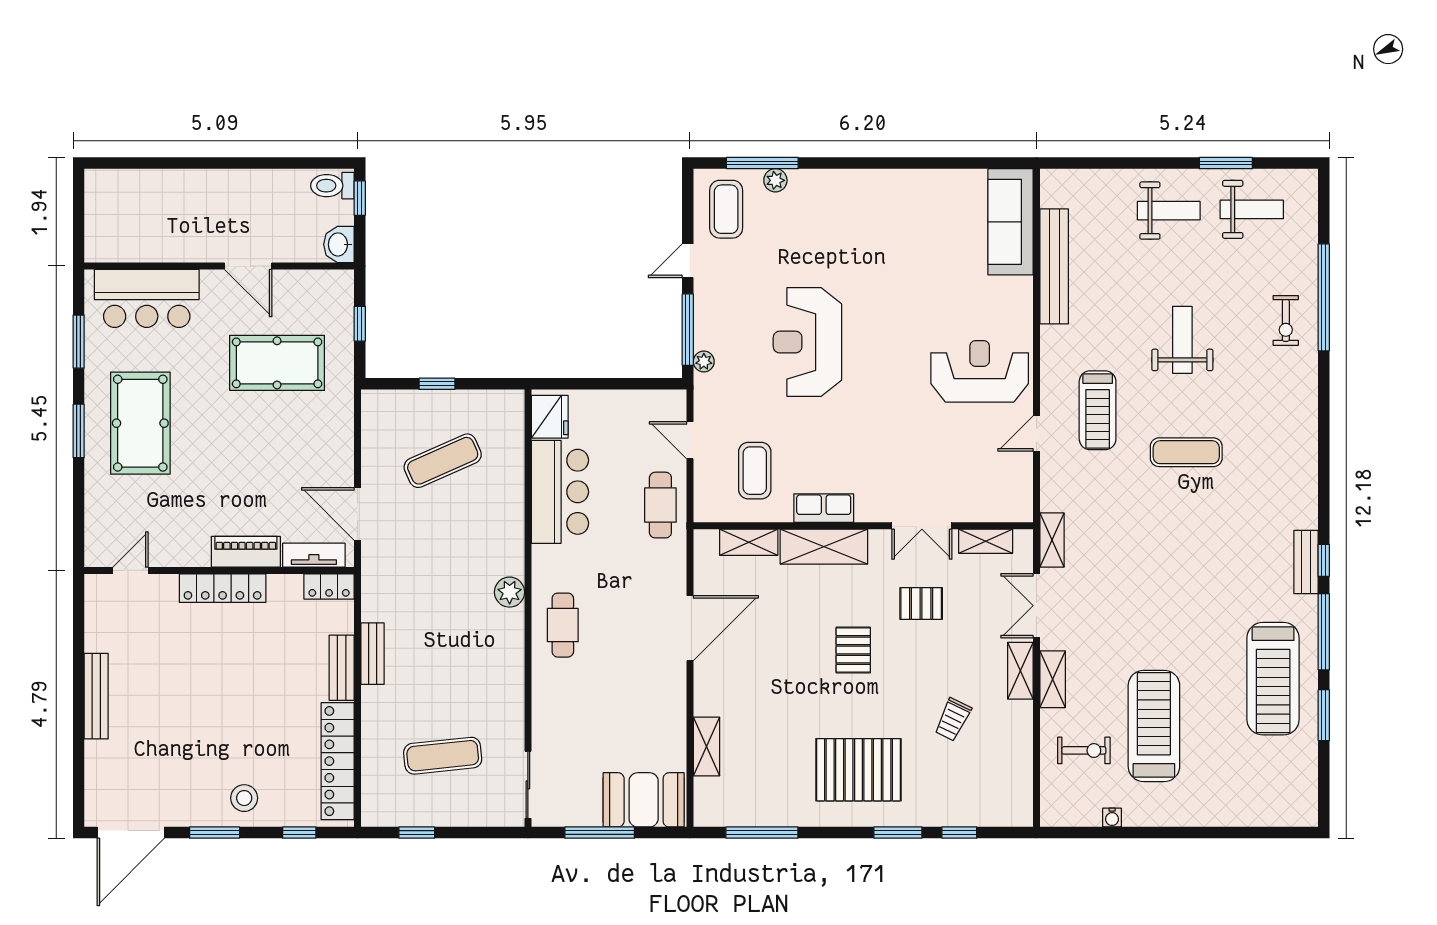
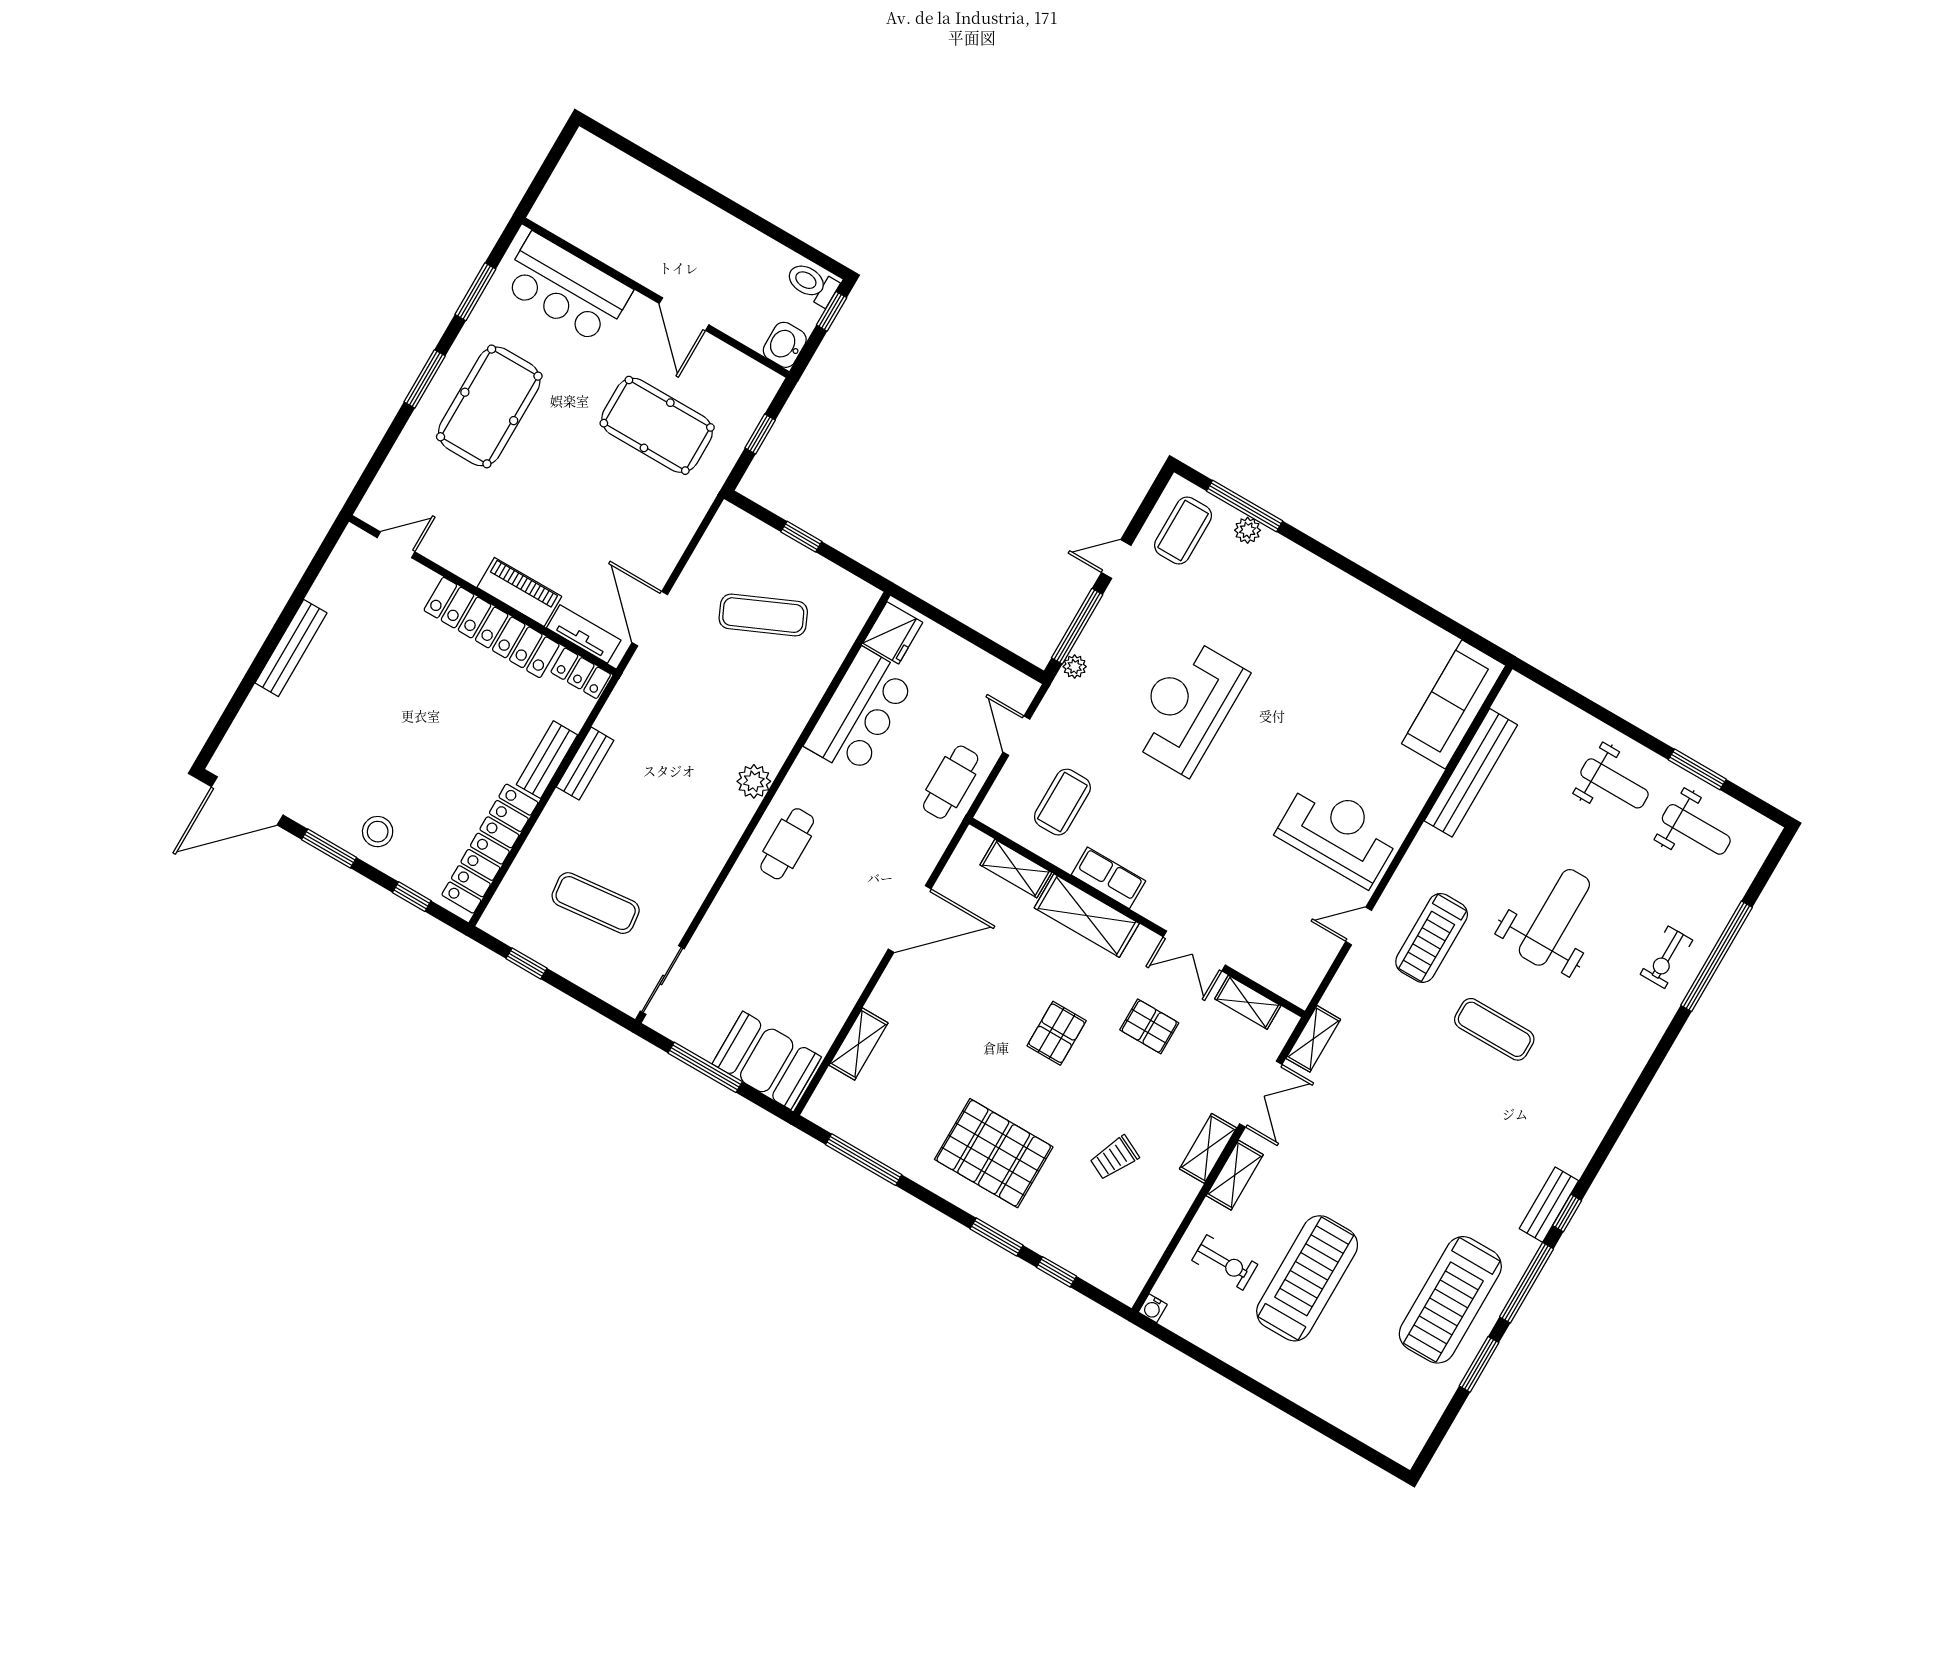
weight bench: (1182, 340) -> (1554, 917), width x1.36, depth x1.33
locker: (223, 588) -> (492, 627), width x1.41, depth x1.21
double door: (1036, 606) -> (1261, 1094), swing flipped
water cooler: (1112, 818) -> (1153, 1308), moved

